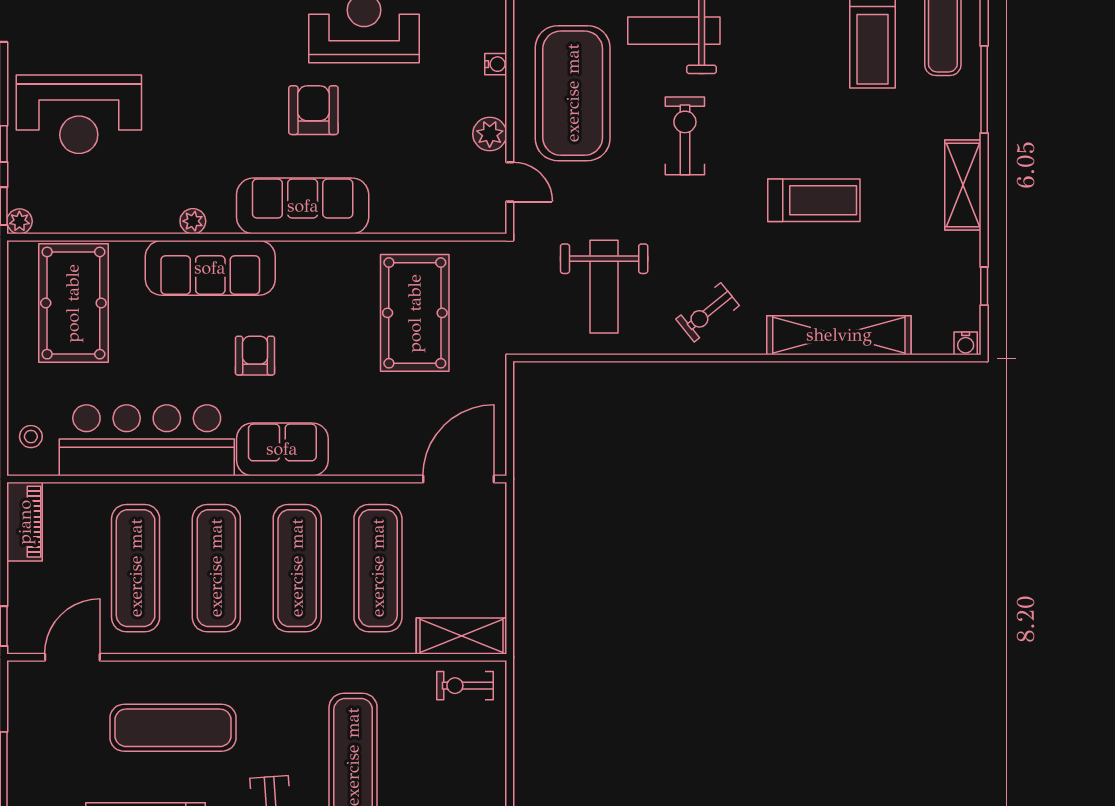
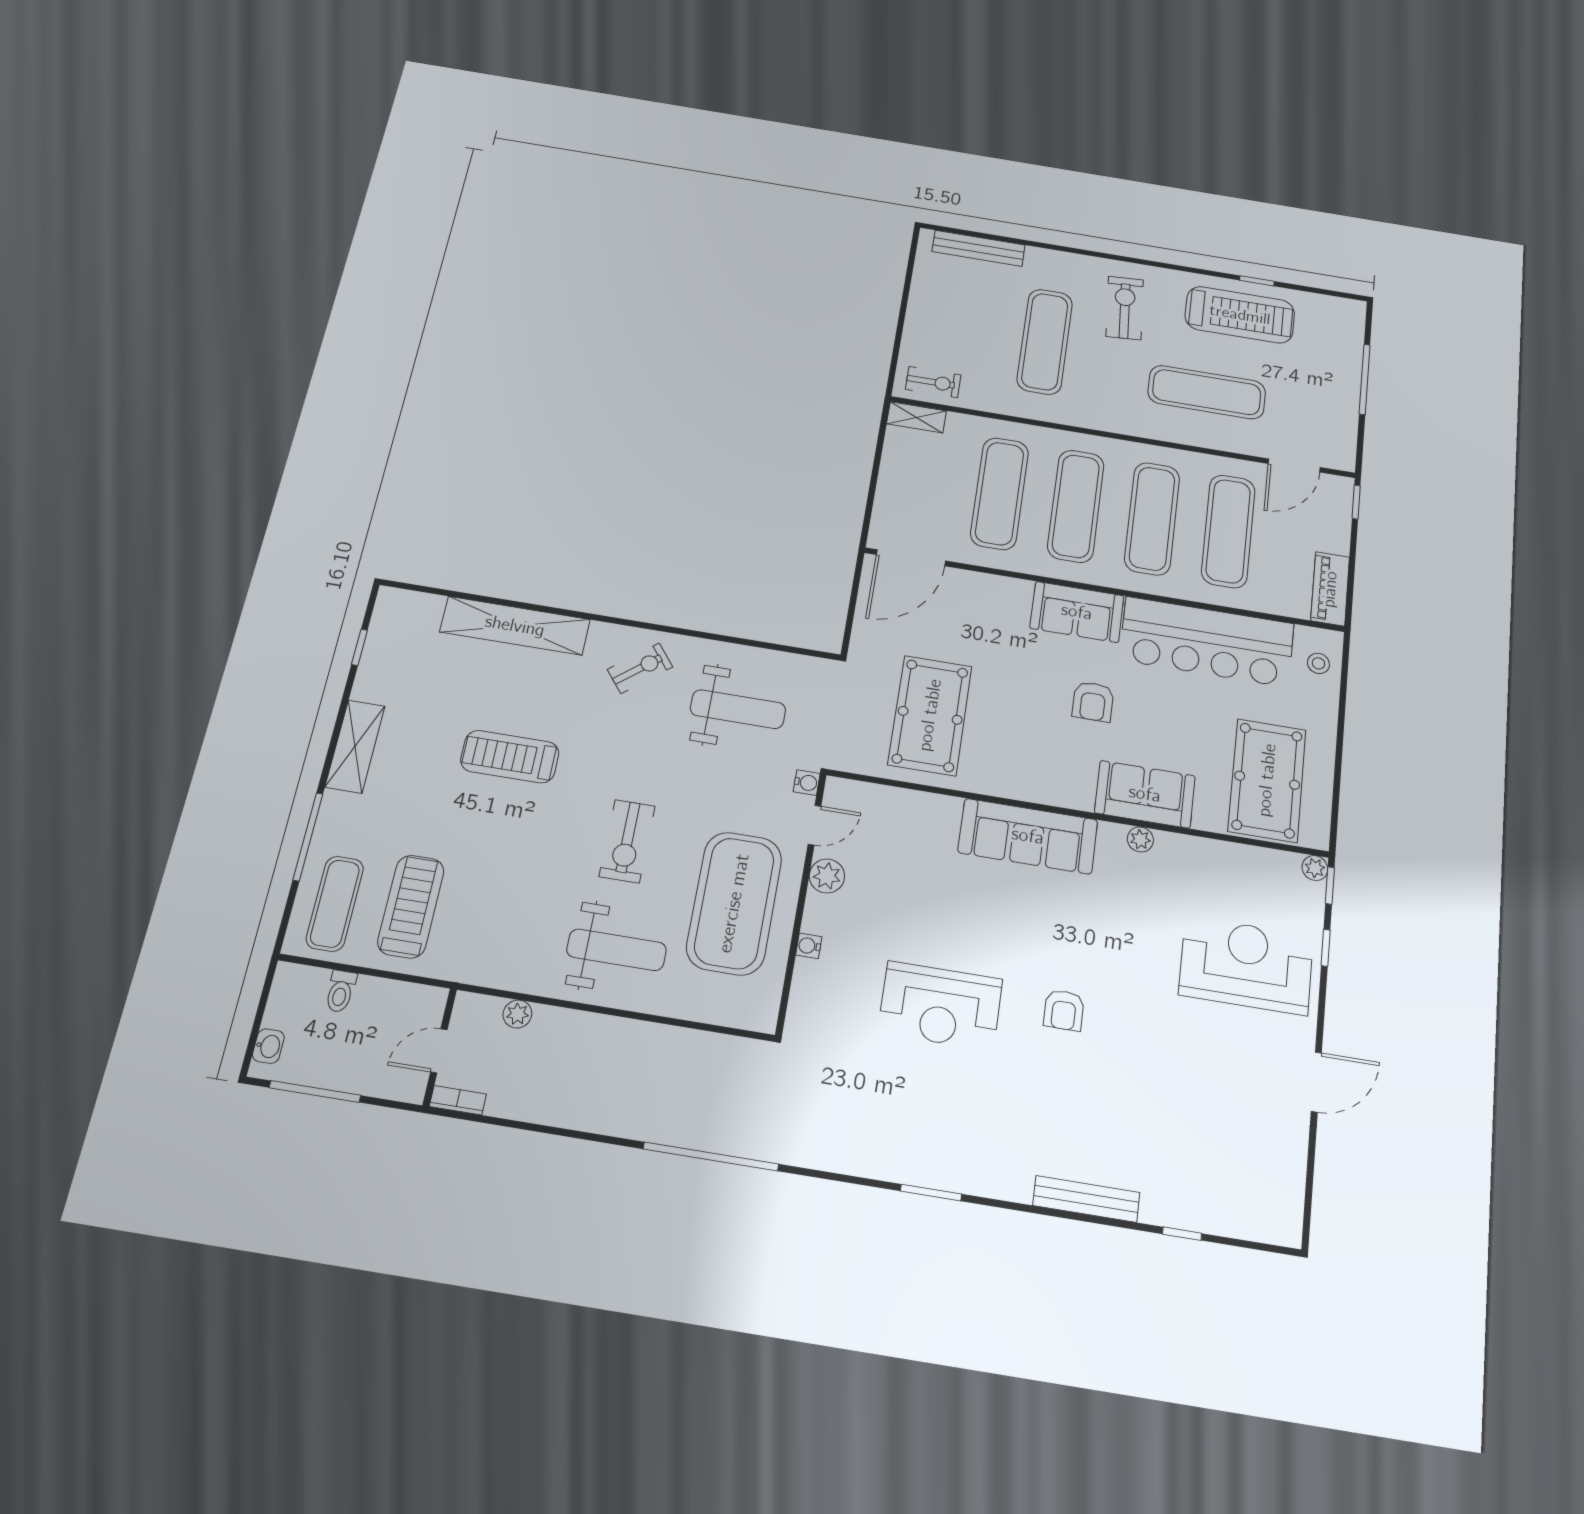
armchair: (313, 110) -> (1064, 1010), moved, width x0.72, depth x0.72
door: (510, 182) -> (814, 825), swing flipped
sofa: (210, 268) -> (1145, 794), width x0.73
weight bench: (604, 287) -> (738, 709), turned 90
water cooler: (966, 343) -> (807, 783), moved, turned 90
shelving: (461, 636) -> (916, 417), width x0.67, depth x0.75

